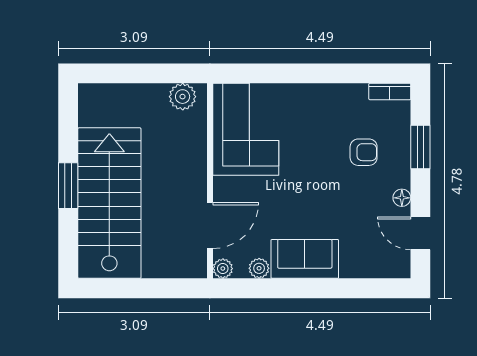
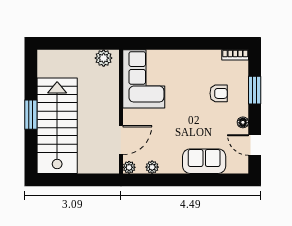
sofa: (305, 259) -> (204, 161), moved

